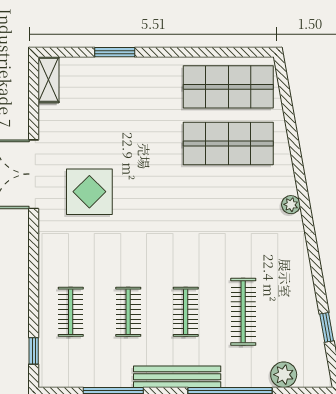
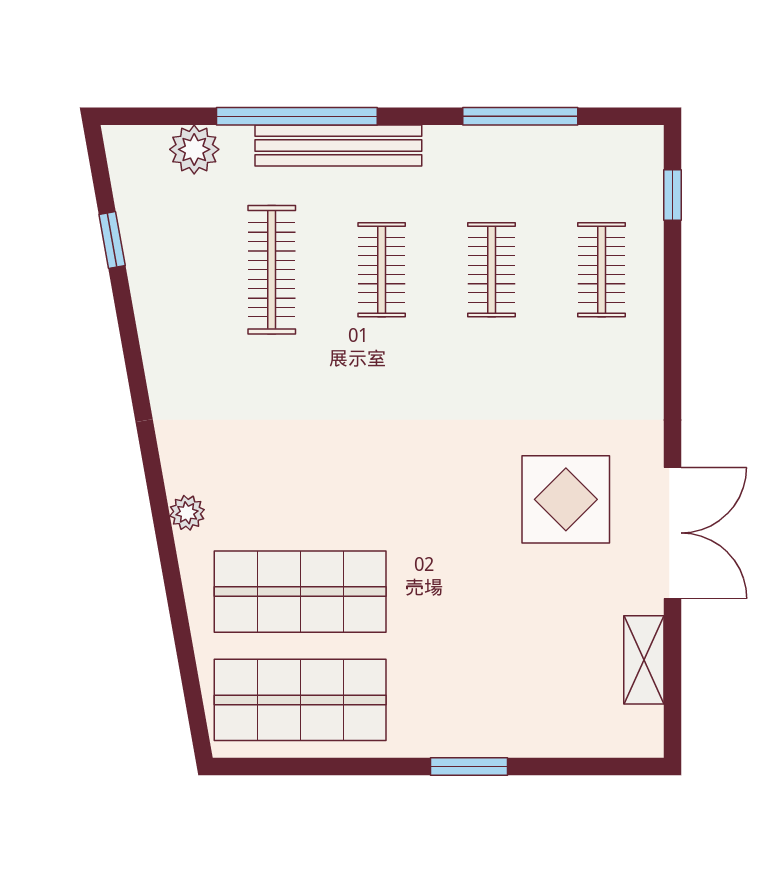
window: (115, 52) -> (469, 767), moved
shelving: (49, 80) -> (644, 660), moved
plant: (291, 205) -> (187, 513), moved
bench: (177, 377) -> (338, 146), moved

